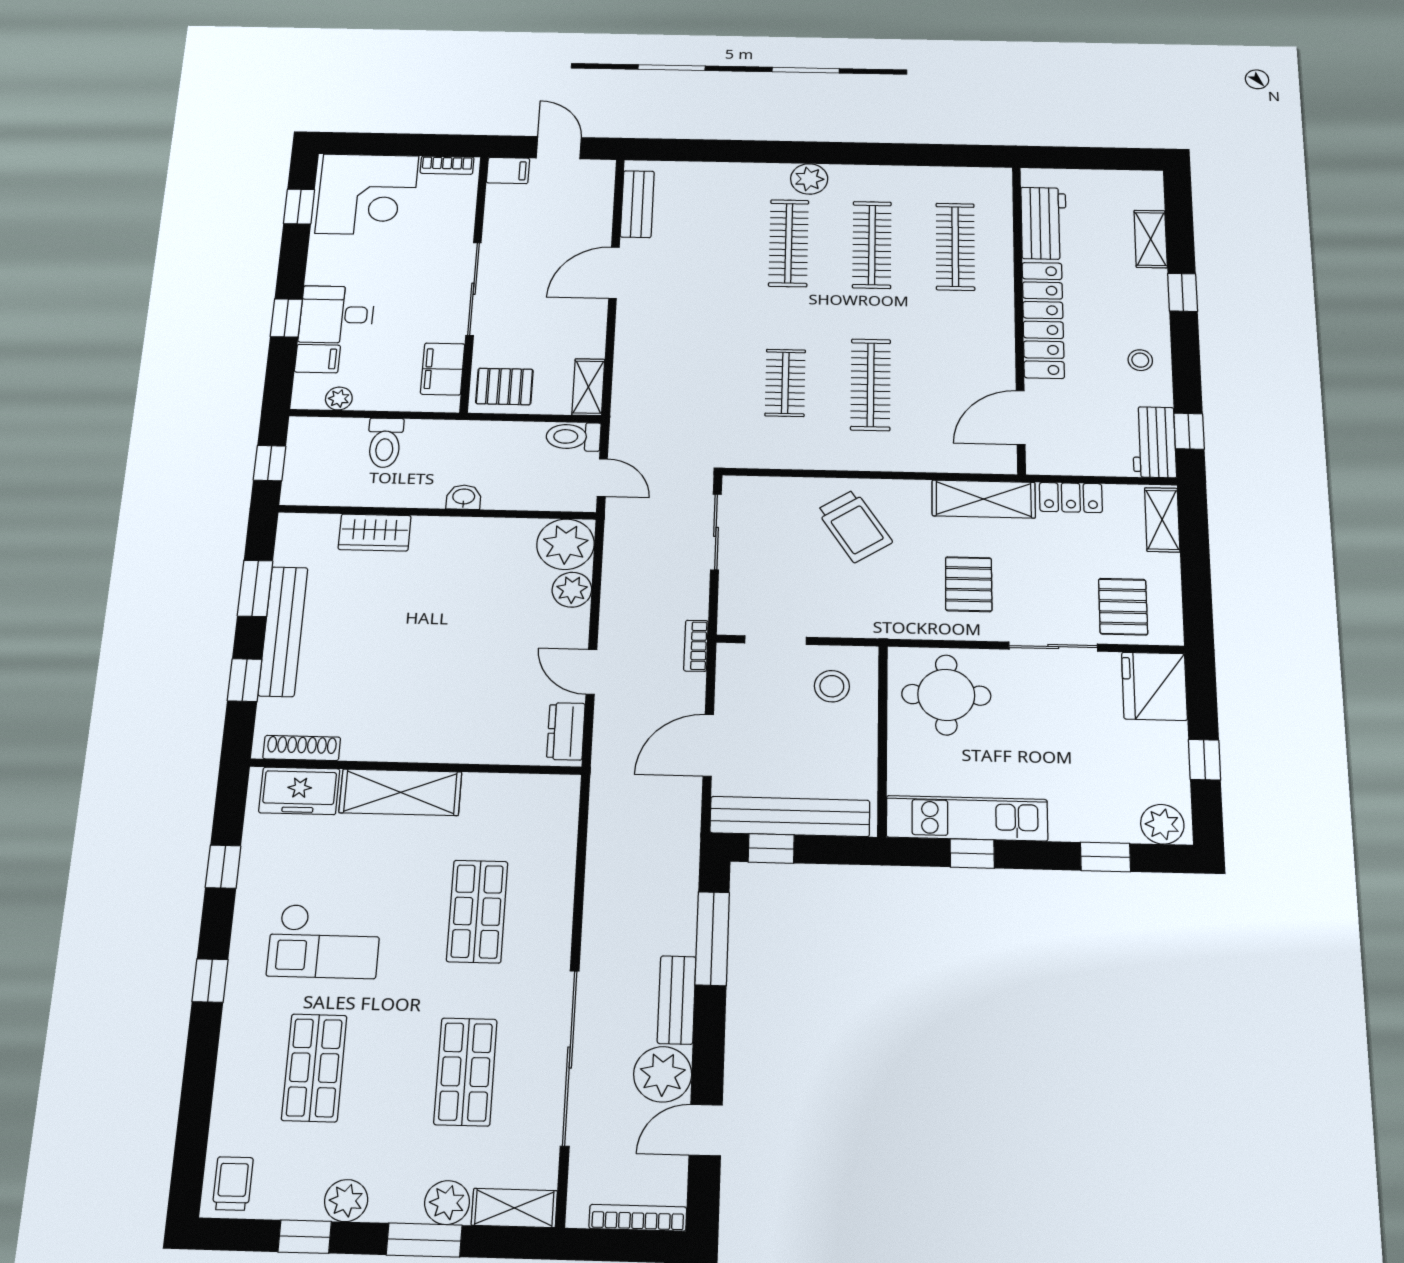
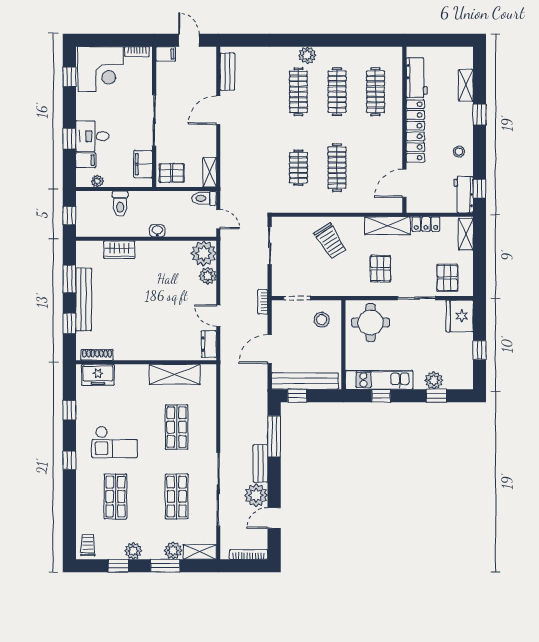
shelving: (400, 792) -> (175, 374), moved
plant: (1162, 824) -> (434, 380), moved

